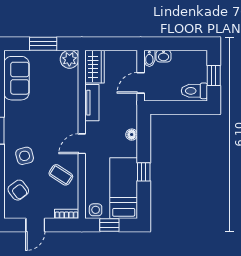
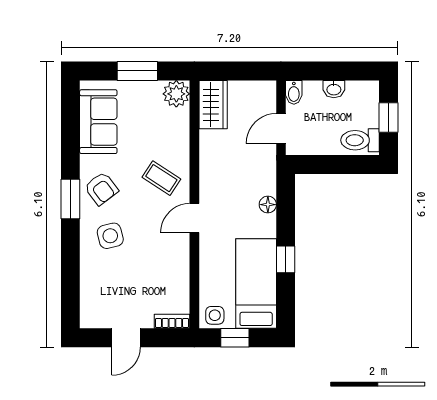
washbasin: (164, 56) -> (334, 89), moved
tv unit: (92, 103) -> (209, 158), removed
coffee table: (61, 175) -> (161, 178), moved
armchair: (18, 190) -> (101, 189), moved

